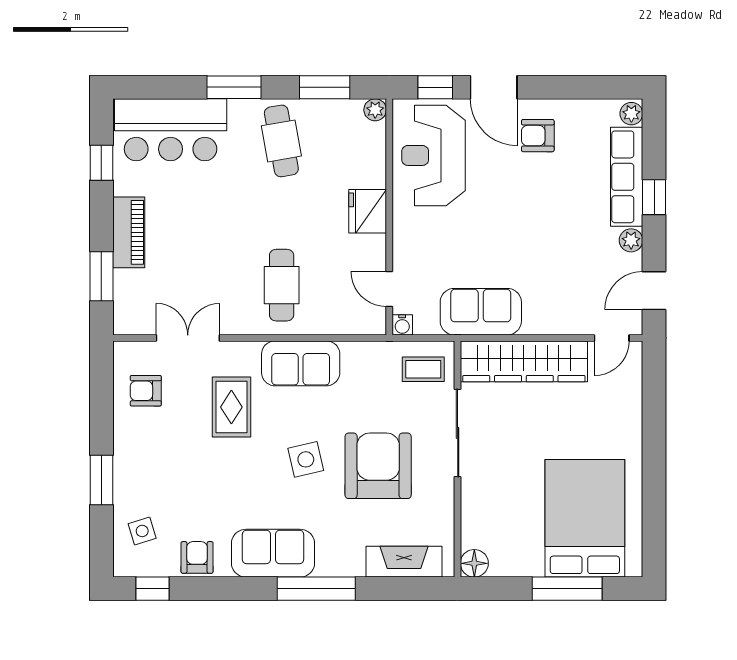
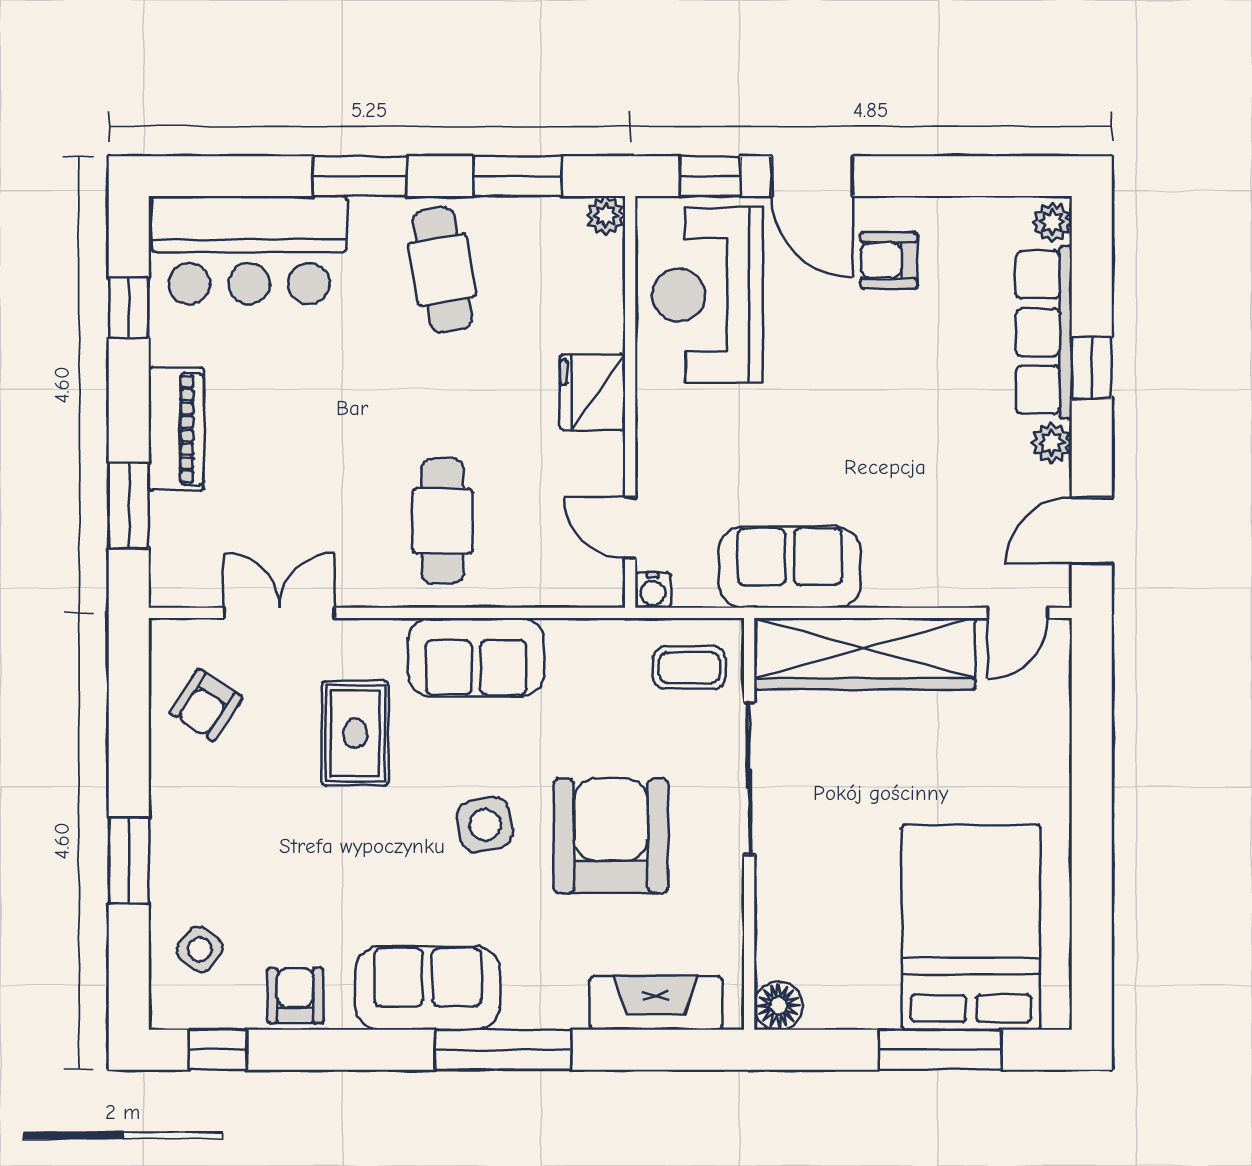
armchair: (146, 391) -> (206, 705), turned -57
side table: (142, 531) -> (200, 949), turned -34

